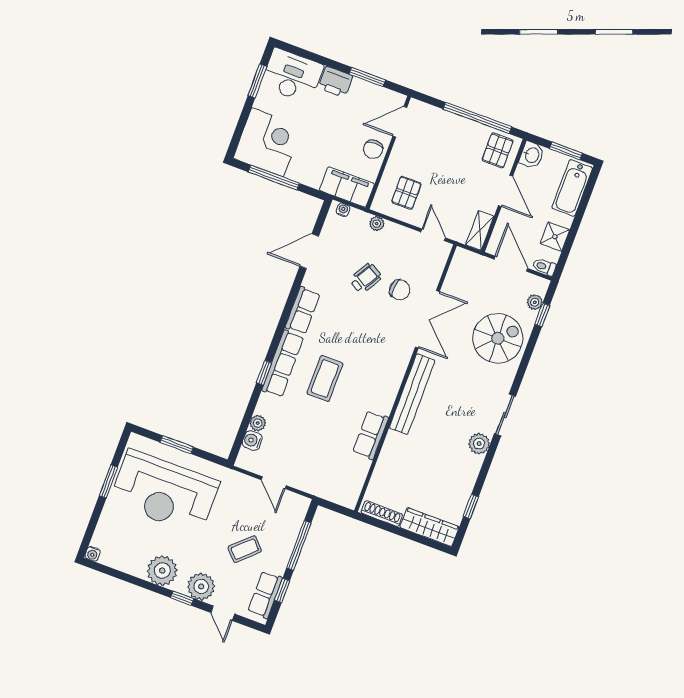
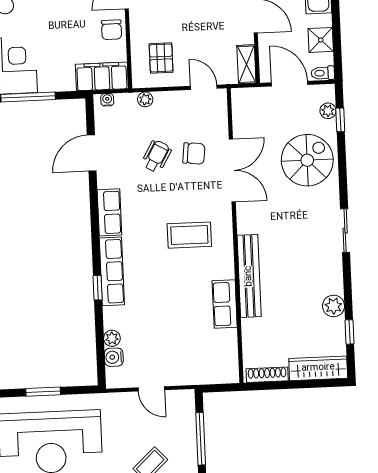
coffee table: (325, 378) -> (189, 235), moved, turned 90
bench: (412, 394) -> (249, 276), moved
plant: (479, 444) -> (334, 306), moved

